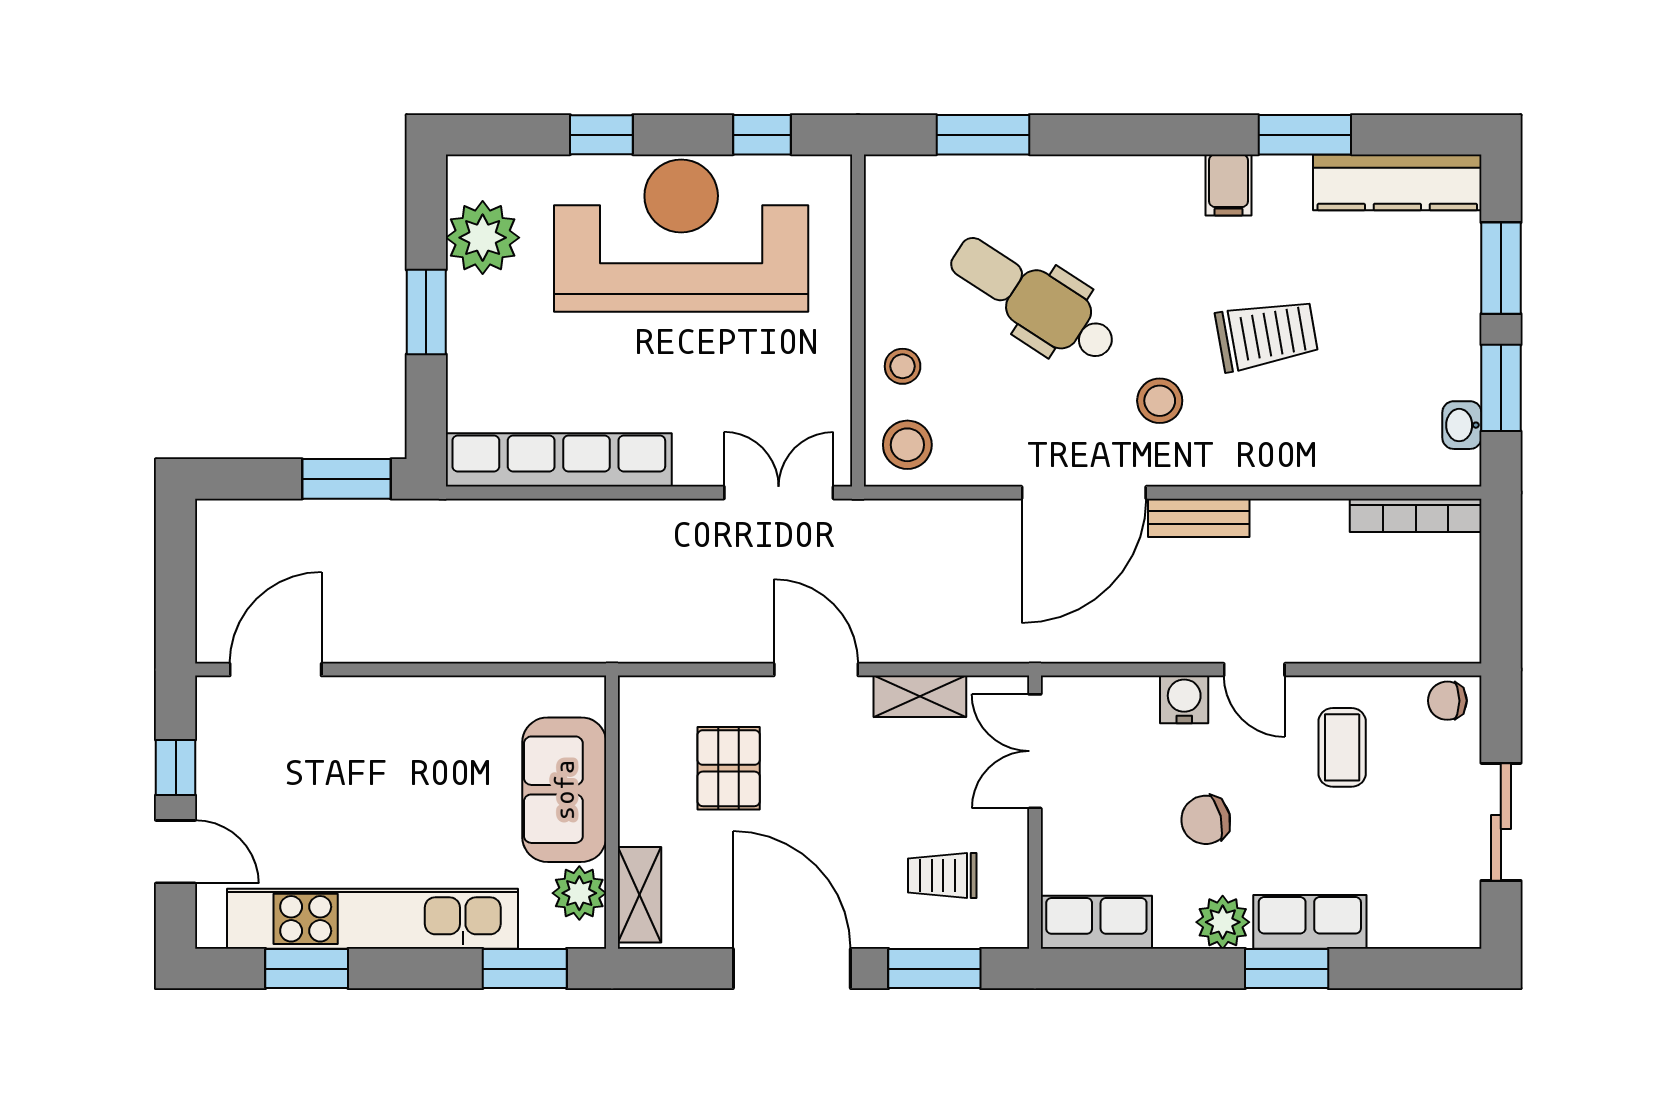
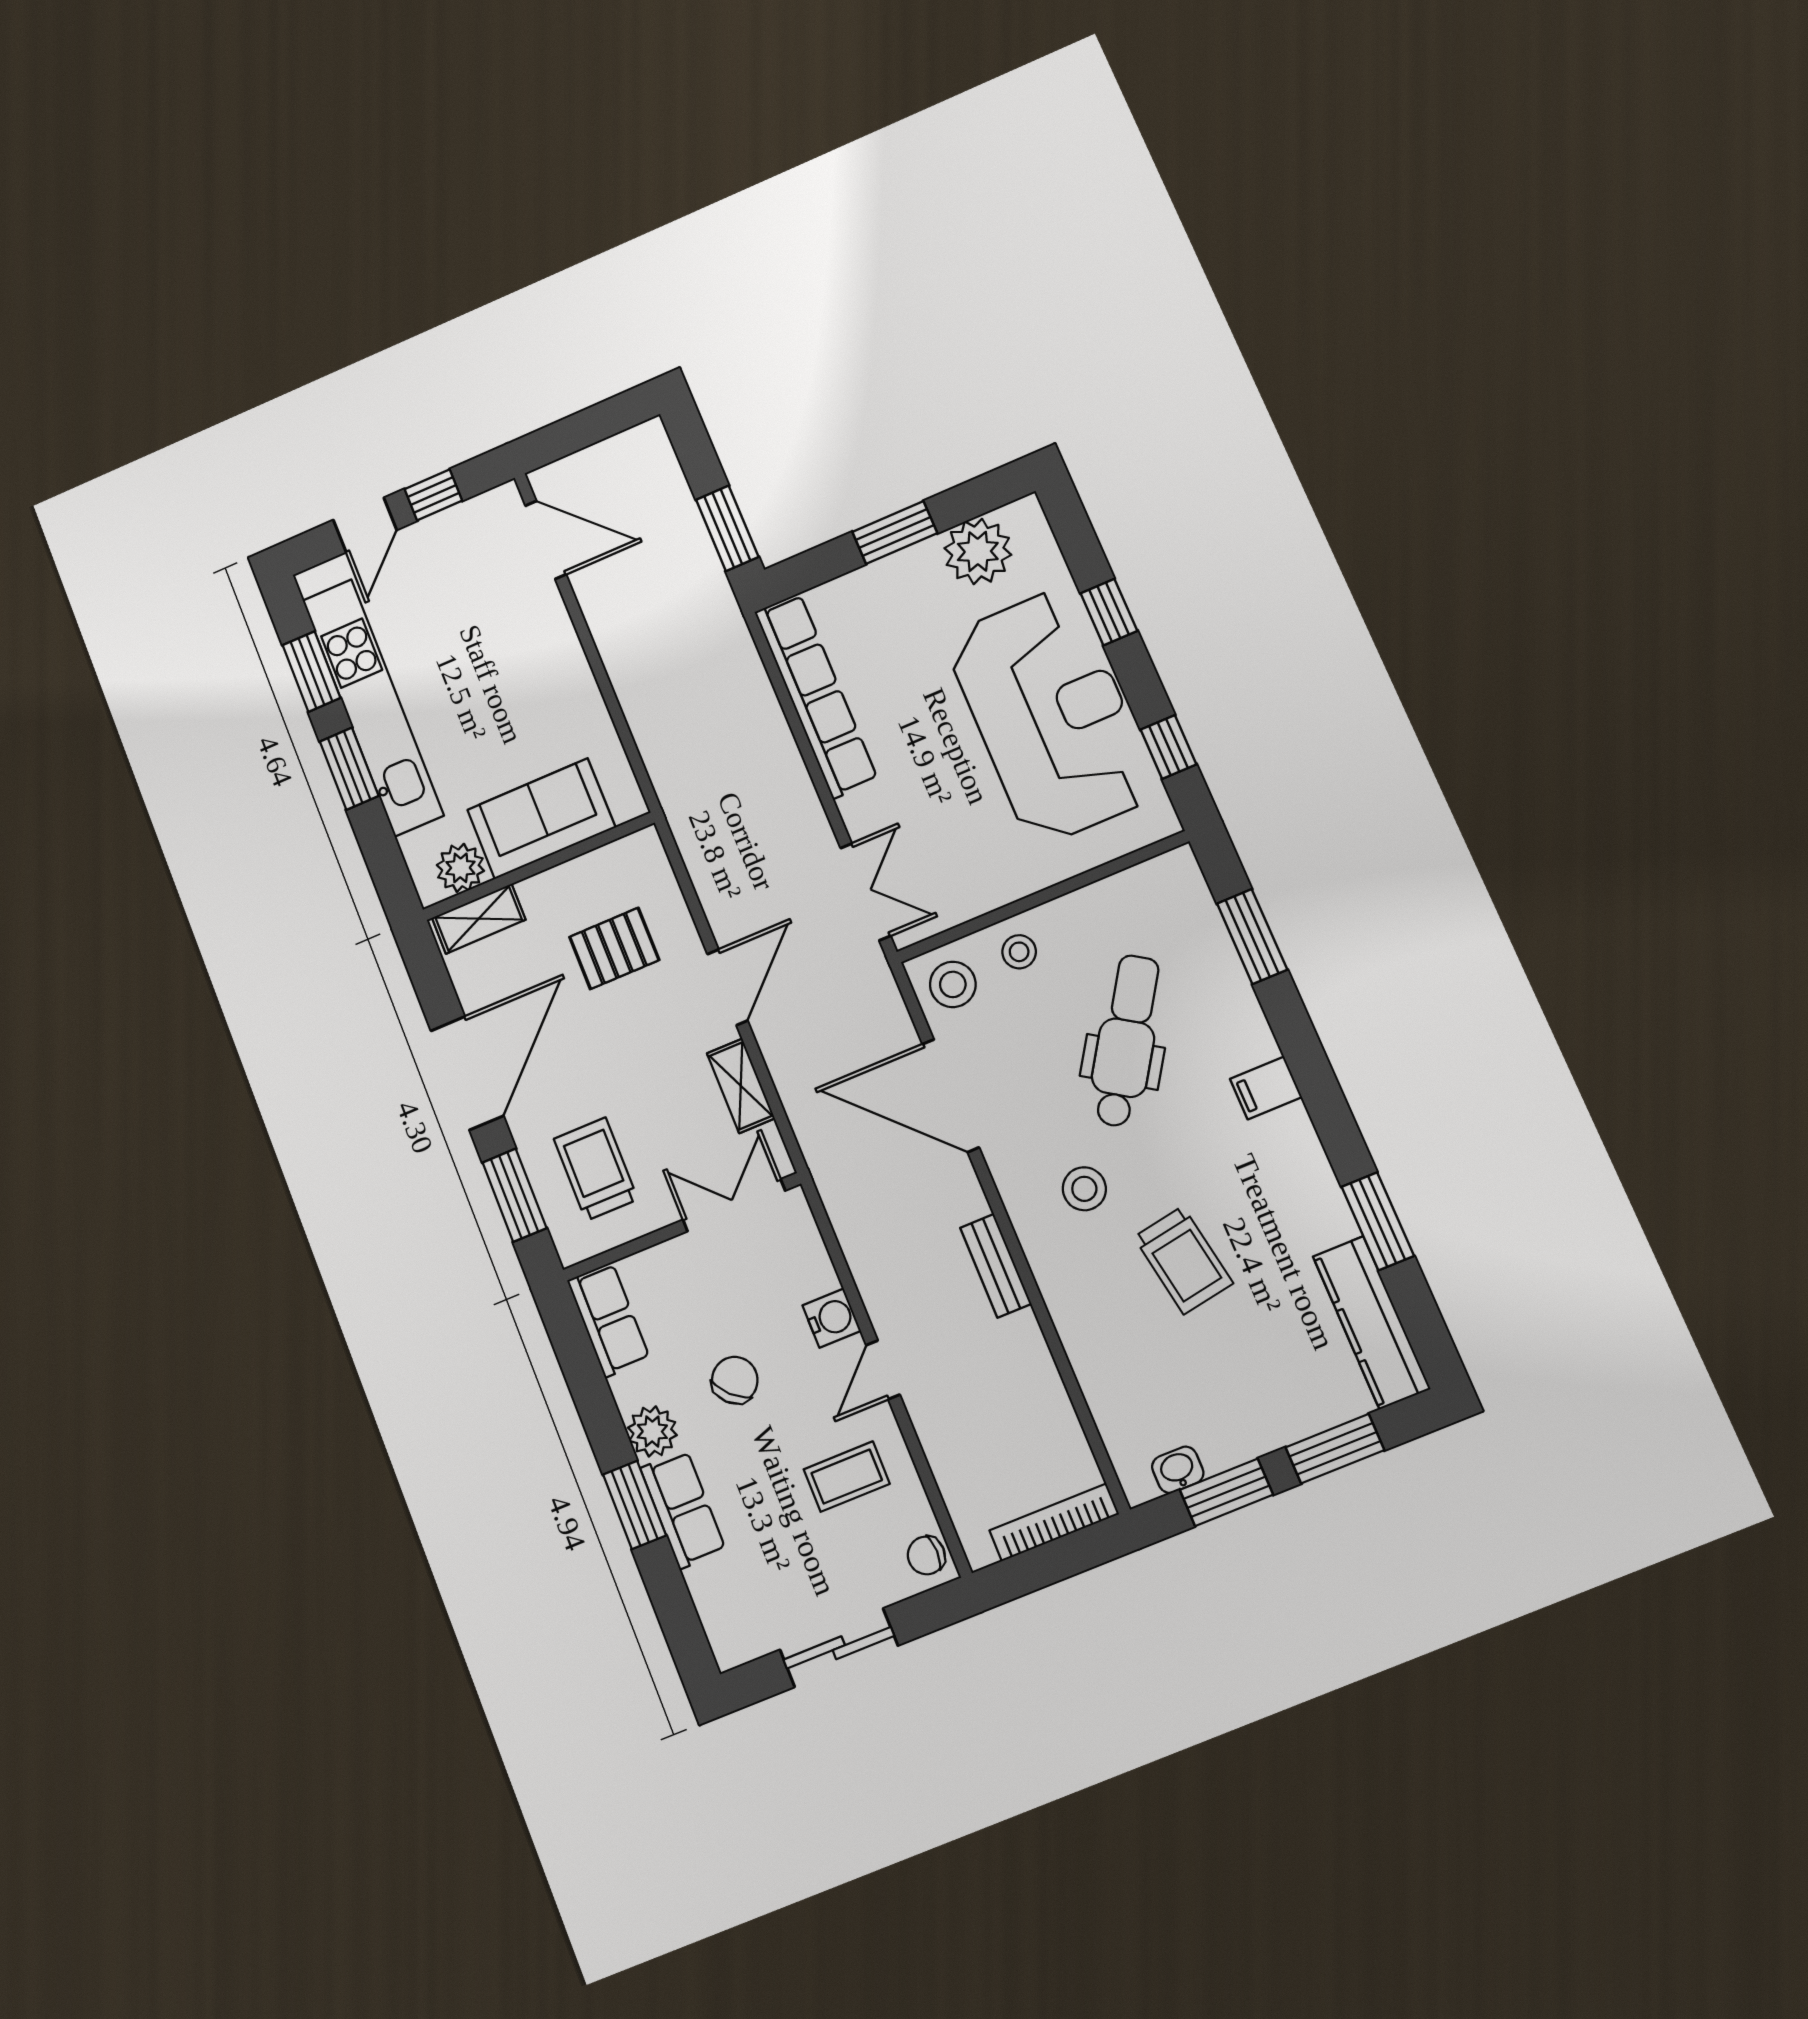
filing cabinet: (1229, 185) -> (1266, 1088), moved
door: (1084, 493) -> (951, 1096), moved
bookcase: (1416, 515) -> (1054, 1522), moved, turned 90
chair: (1447, 701) -> (926, 1555), turned -90
chair: (1206, 820) -> (735, 1380), turned 58
trolley: (942, 876) -> (596, 1169), width x1.36, depth x1.39
window: (525, 969) -> (349, 769), moved

